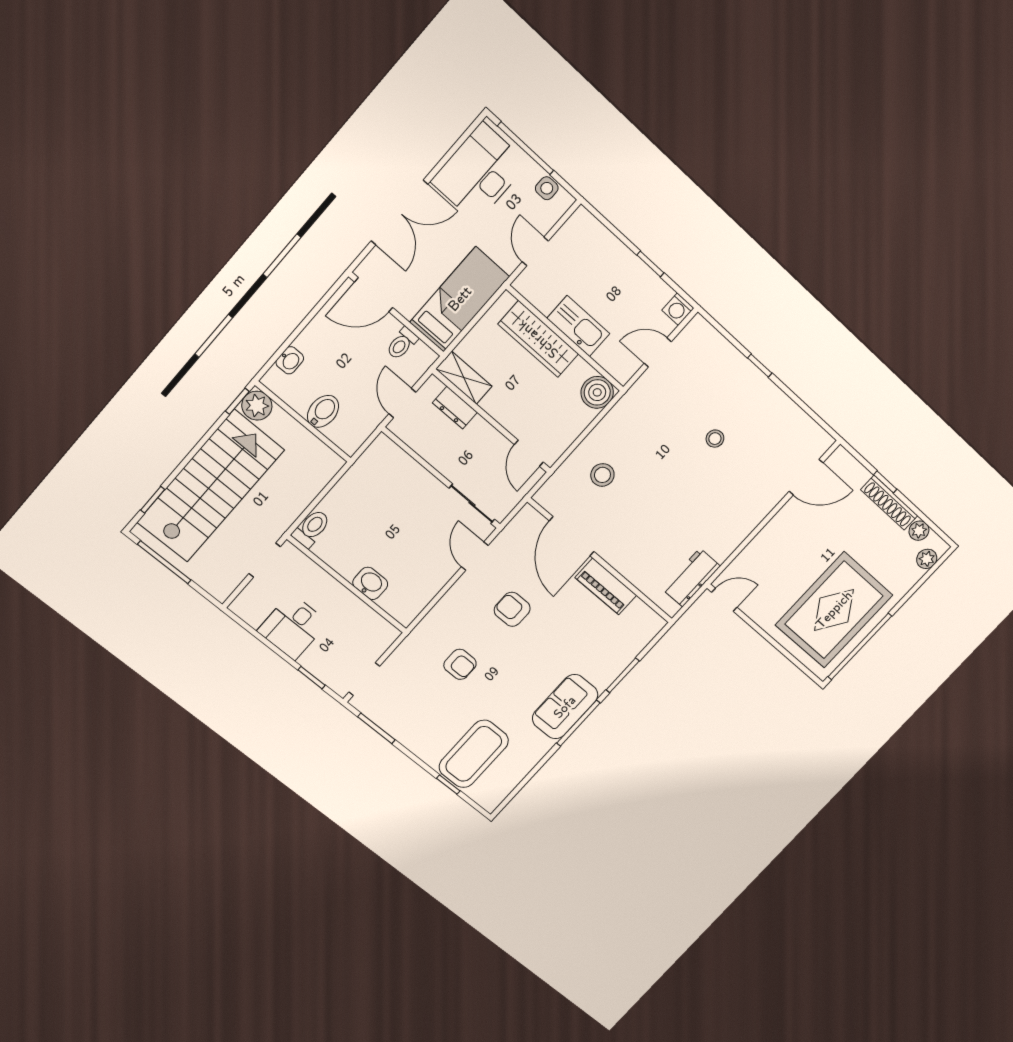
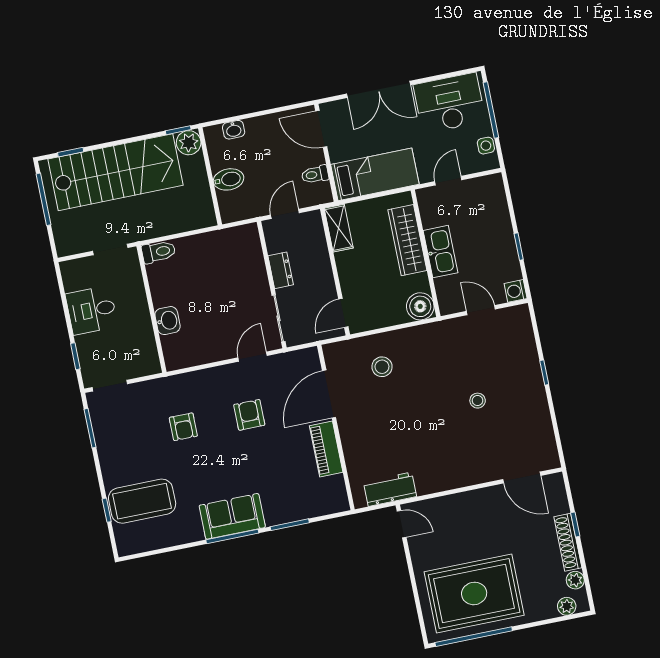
dresser: (455, 408) -> (281, 270), moved, turned 180

